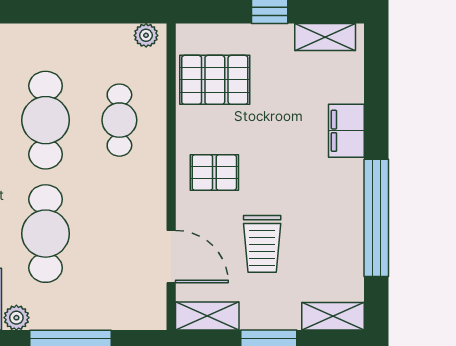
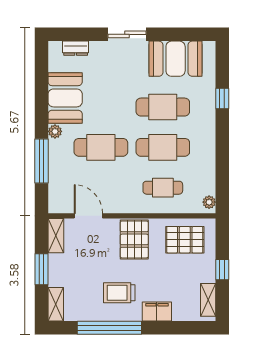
pallet: (215, 80) -> (185, 240), turned 90
pallet: (214, 172) -> (134, 239), width x1.50, depth x1.42
trolley: (262, 244) -> (119, 293), moved
door: (171, 257) -> (88, 216), swing flipped

